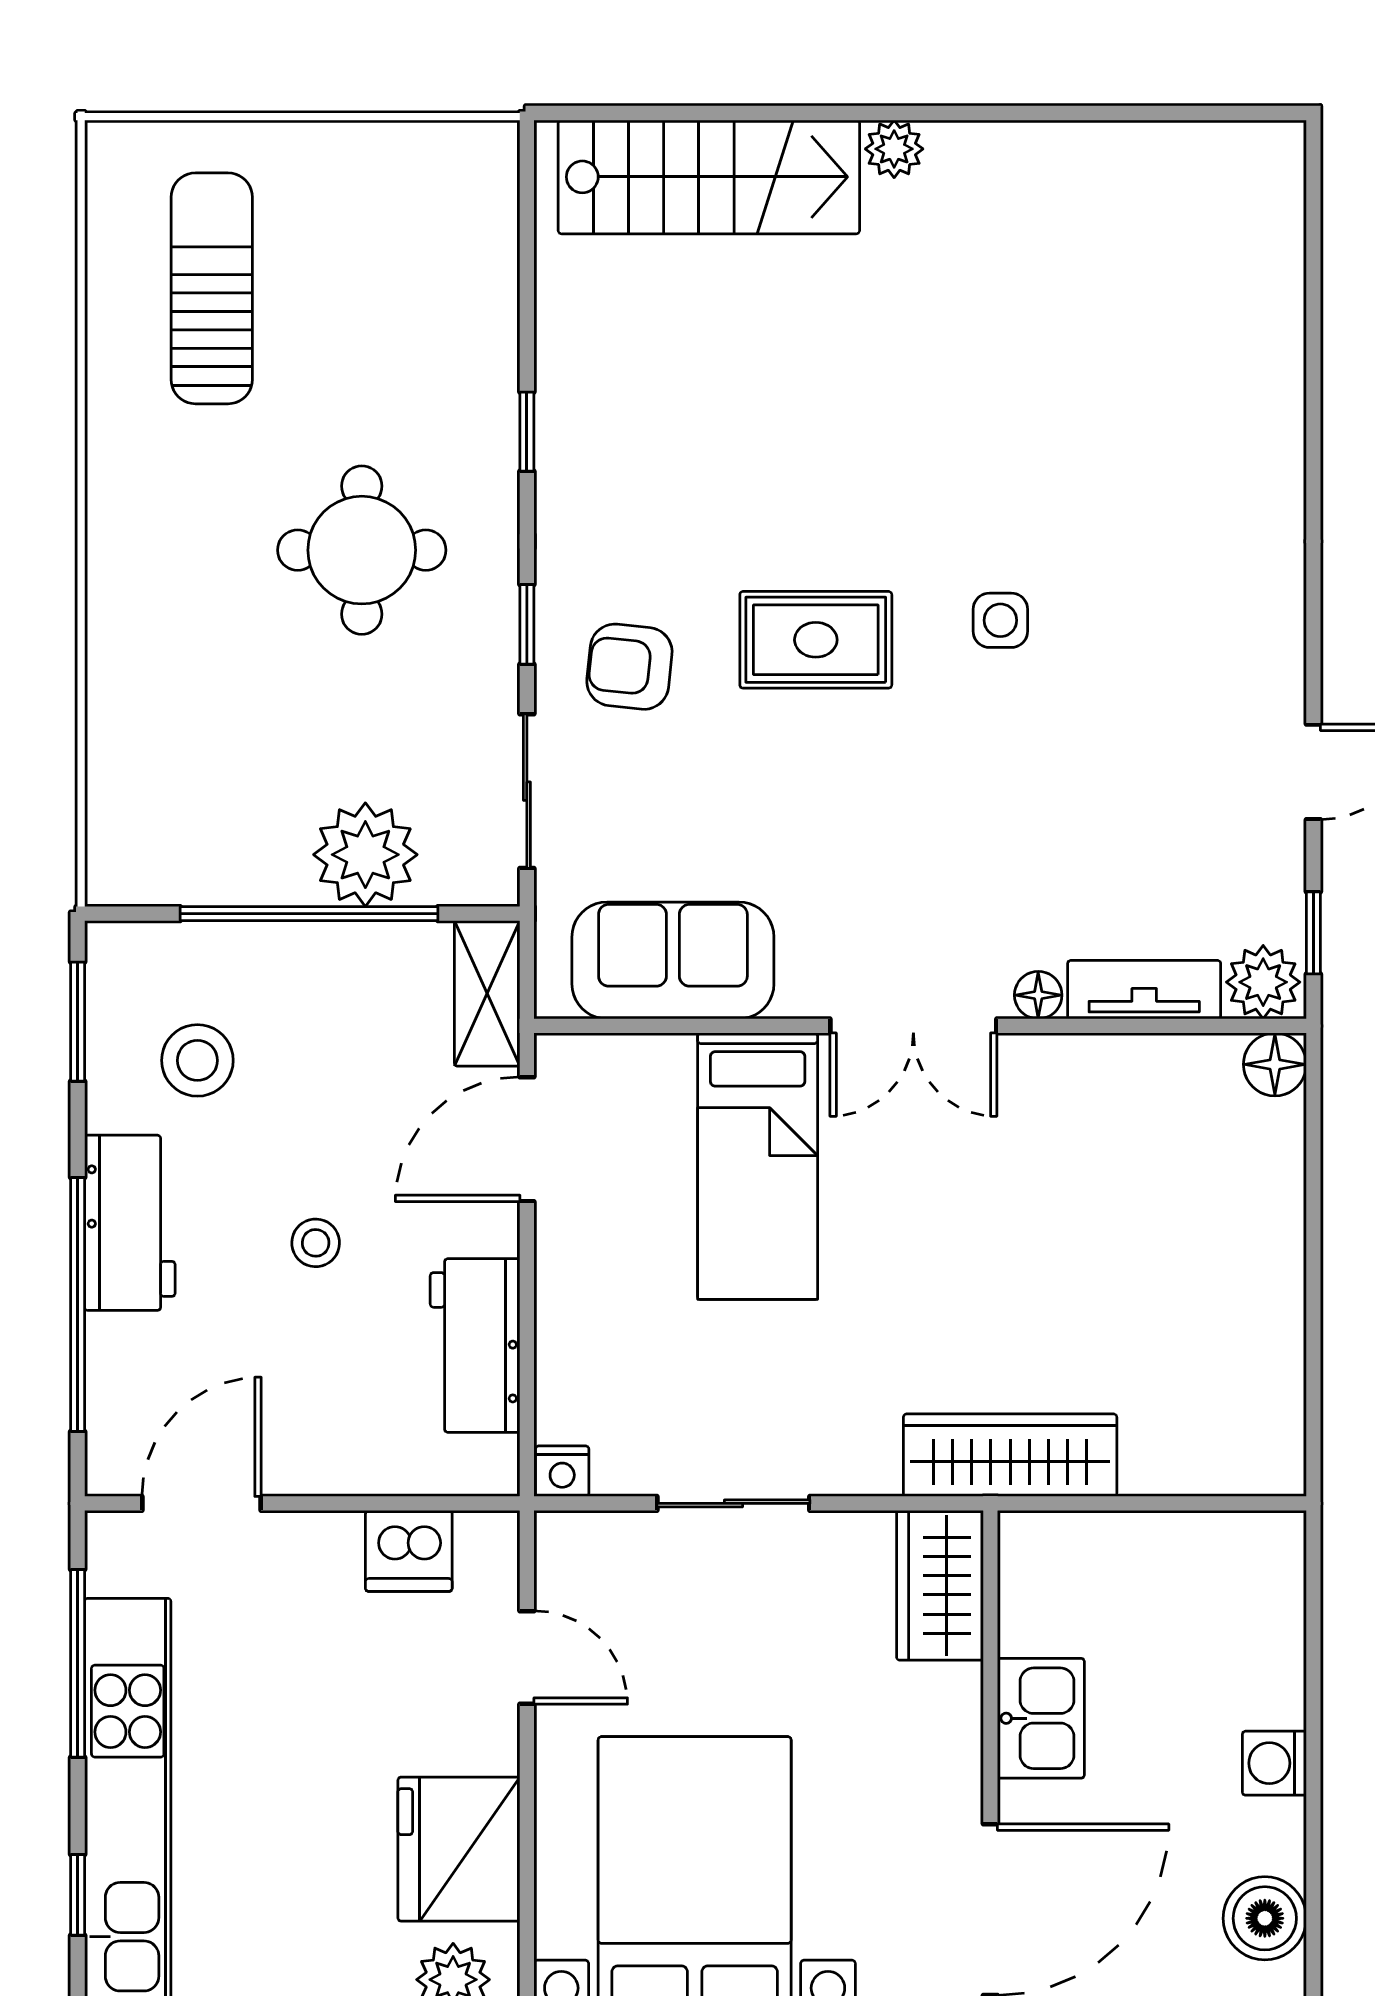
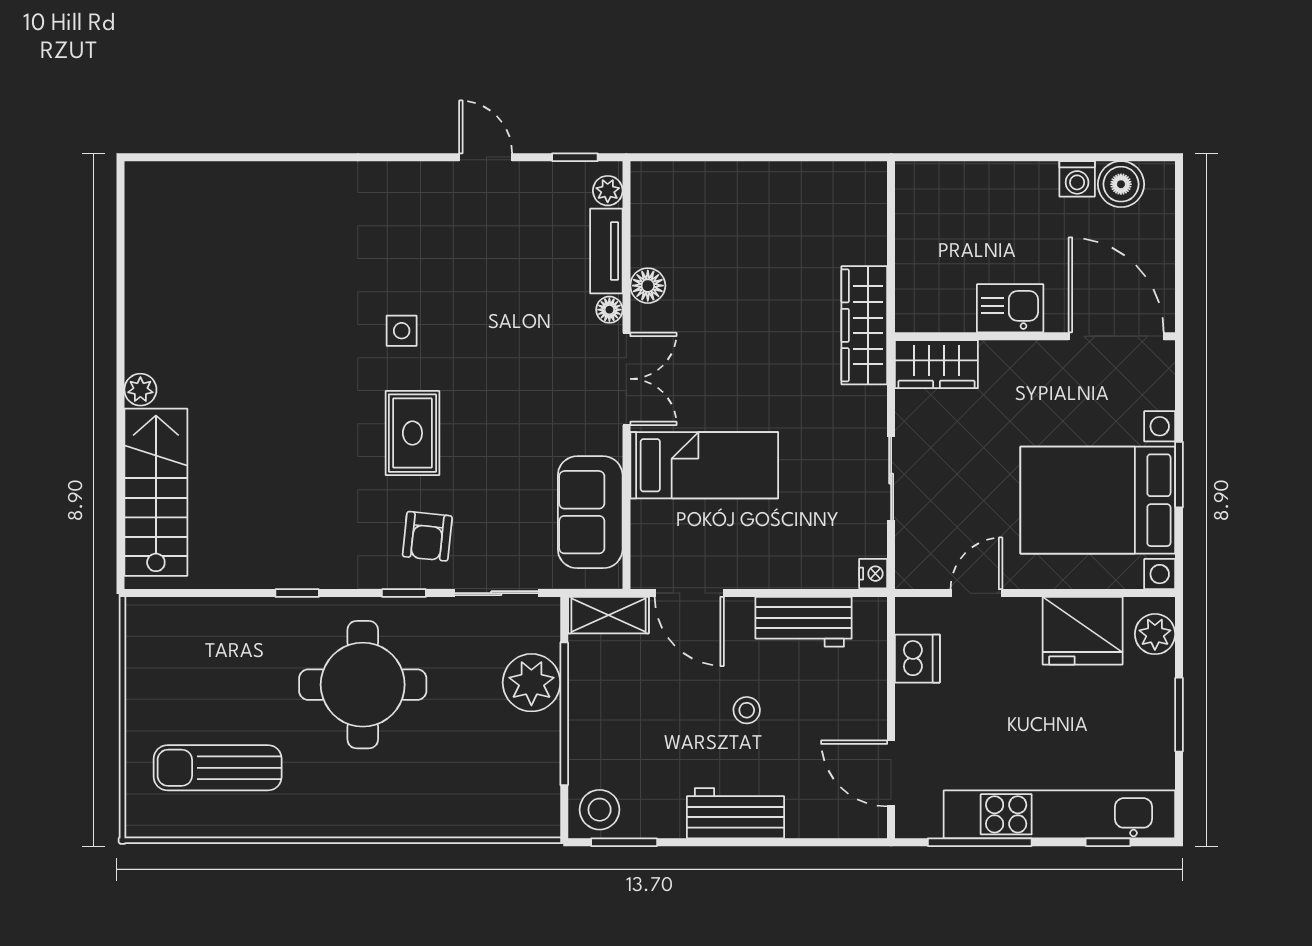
round table: (362, 550) -> (363, 685), width x1.36, depth x1.36
plant: (1263, 982) -> (608, 191), width x0.73, depth x0.73
stool: (197, 1060) -> (600, 810), moved
floor lamp: (1275, 1064) -> (648, 286), moved
window: (78, 1304) -> (781, 842), removed
washing machine: (1274, 1763) -> (1077, 179), moved

